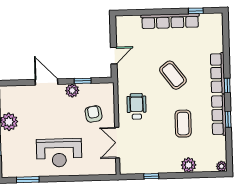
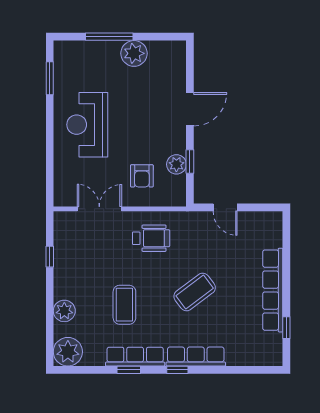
plant: (72, 91) -> (176, 164), moved
armchair: (94, 114) -> (142, 176), turned 99
coffee table: (183, 124) -> (124, 305), turned 90
plant: (222, 166) -> (68, 352), width x1.88, depth x1.88

